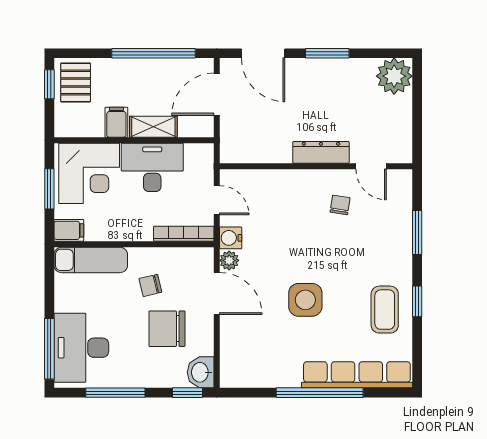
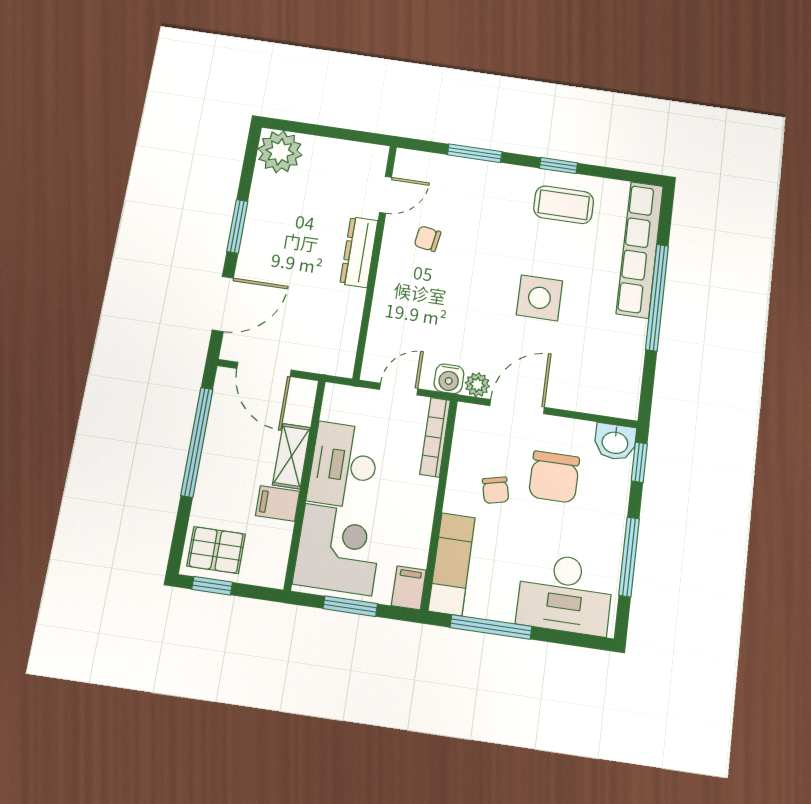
window: (49, 349) -> (491, 627), moved

